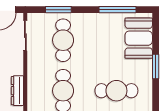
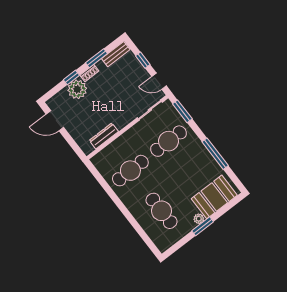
window: (58, 10) -> (182, 111), moved
window: (118, 10) -> (215, 154), moved
plant: (147, 65) -> (199, 219), added

